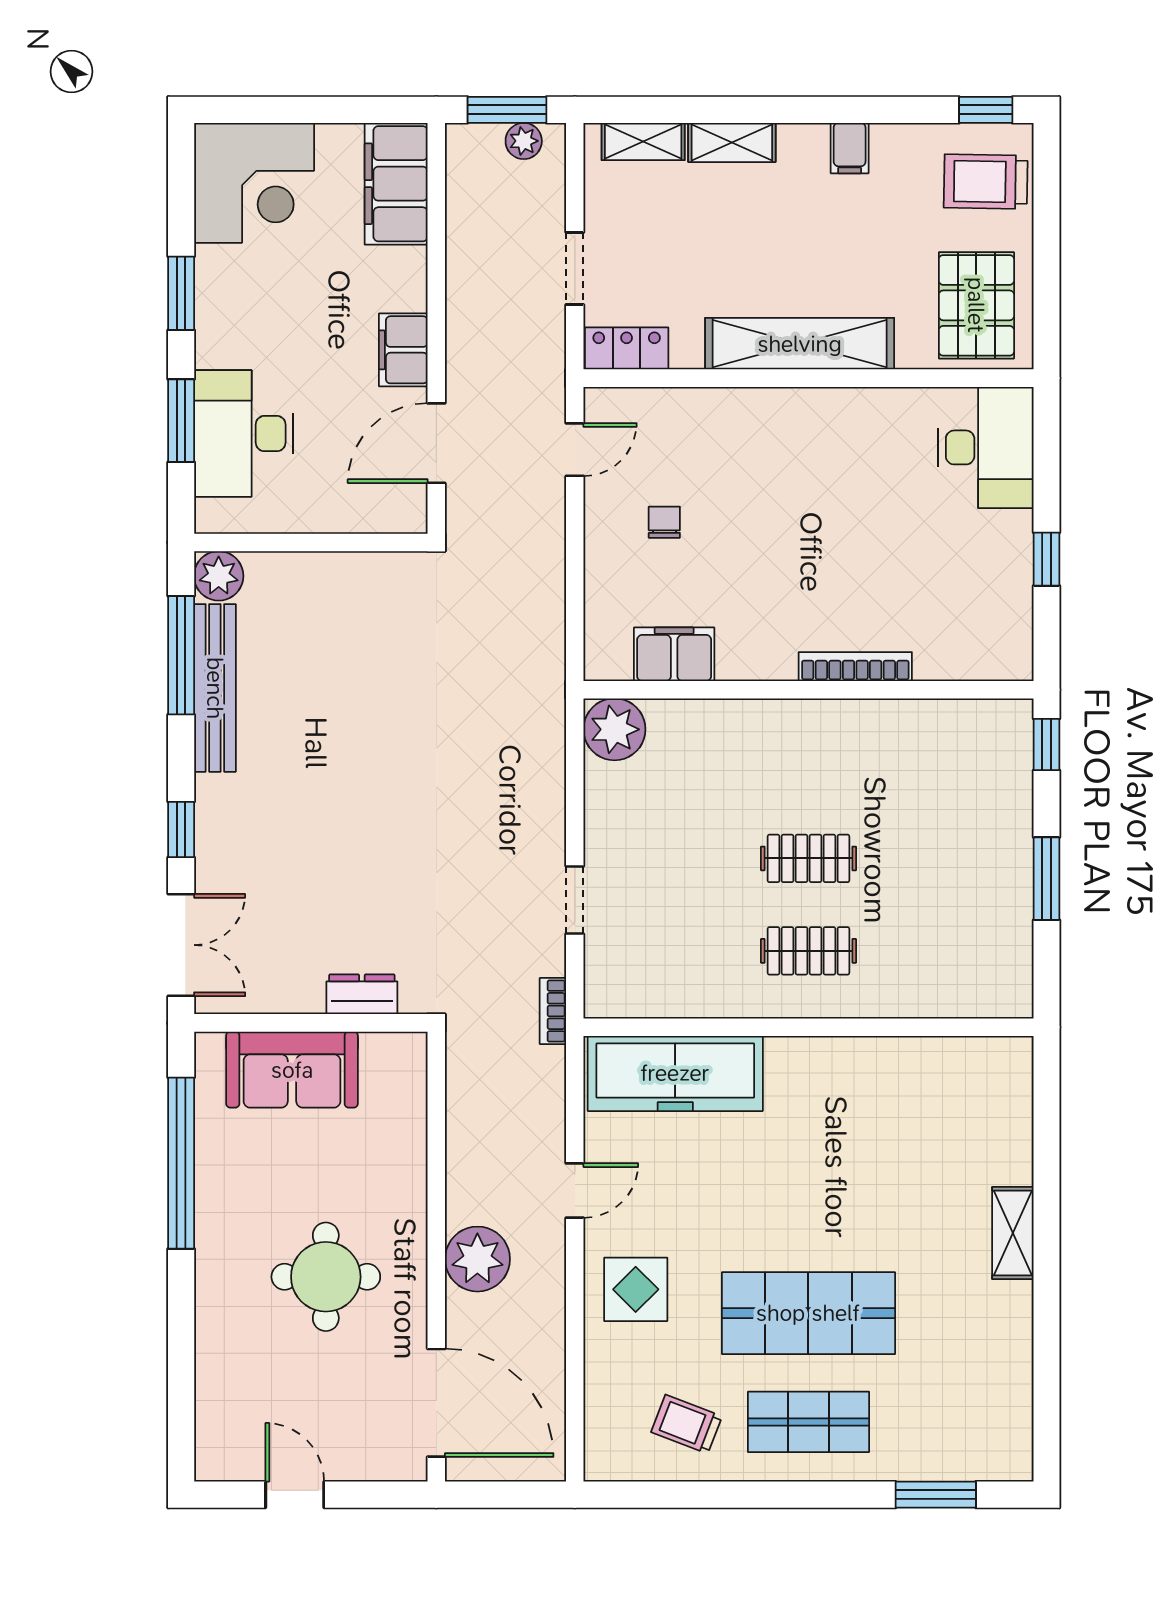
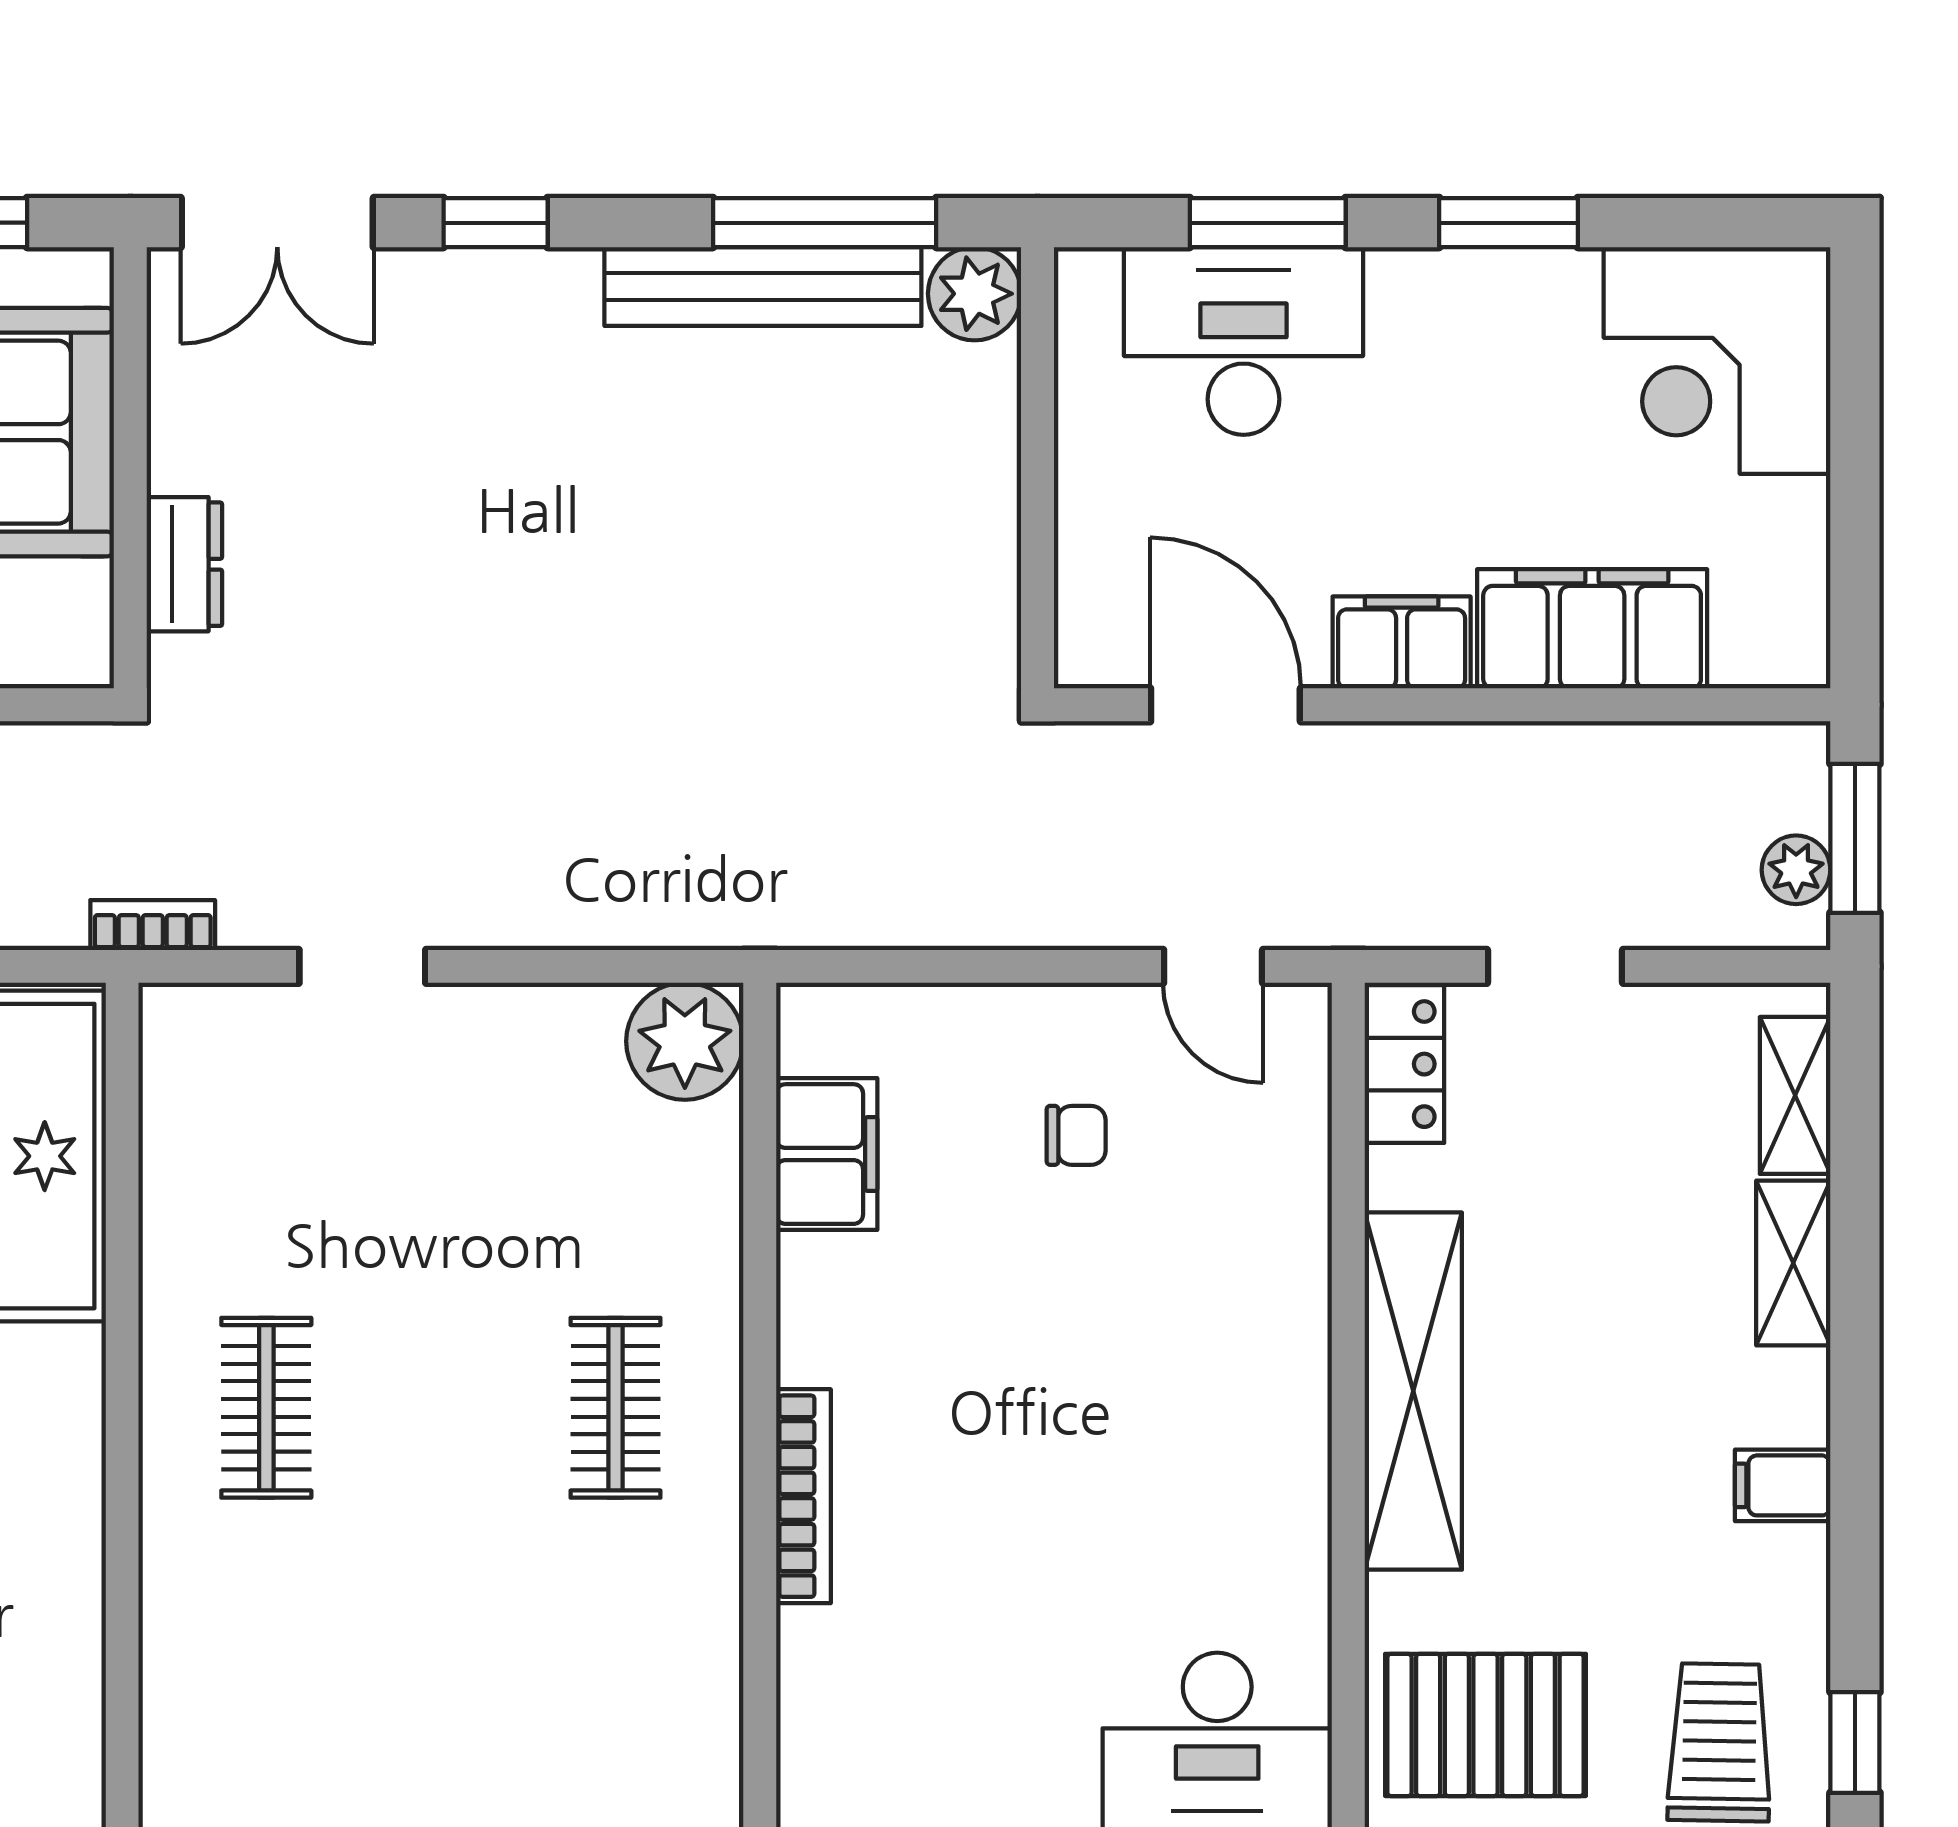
filing cabinet: (396, 184) -> (1592, 629), moved
clothes rail: (808, 858) -> (615, 1408), moved

